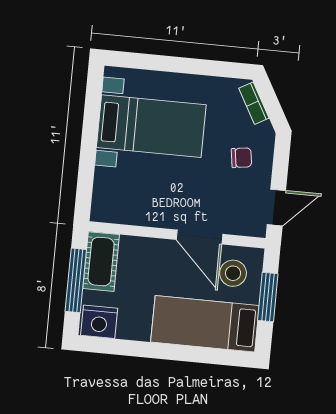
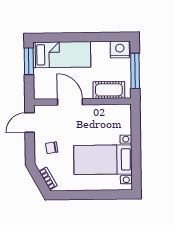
cot: (101, 262) -> (109, 90), moved, turned 90
stool: (233, 273) -> (49, 84), removed
window: (268, 297) -> (29, 61), moved

